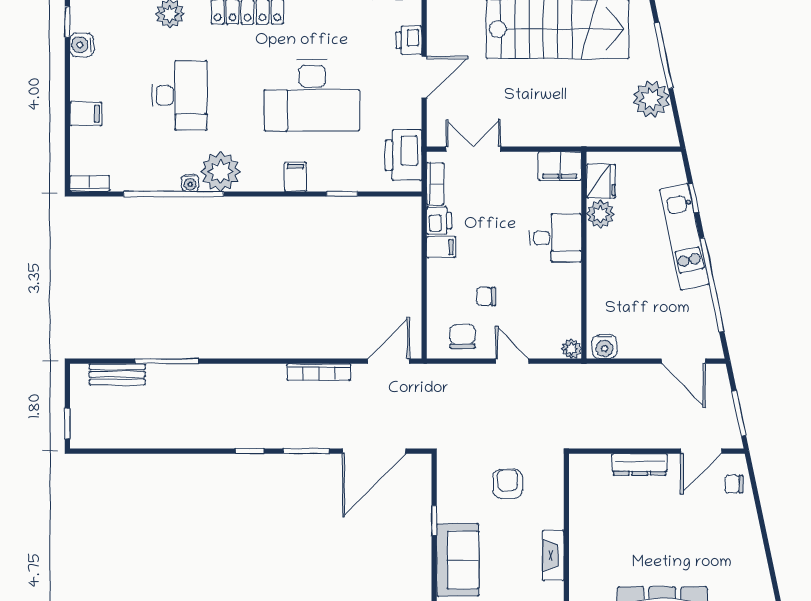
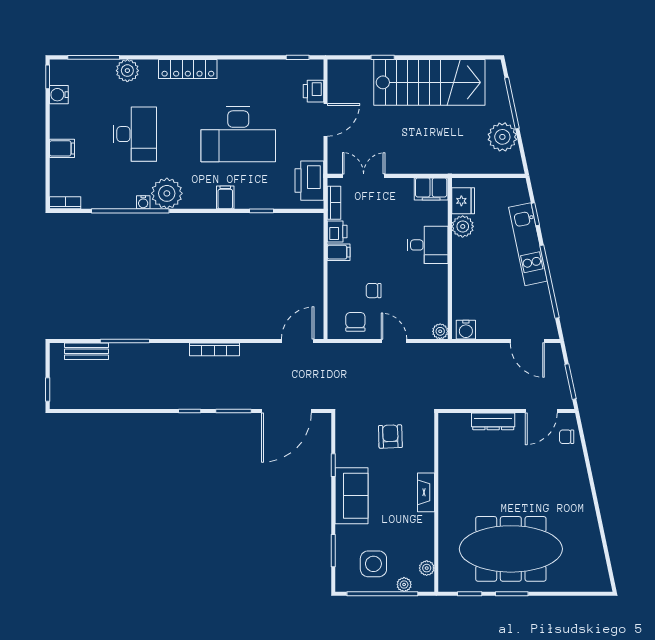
bookcase: (319, 372) -> (214, 349), moved

